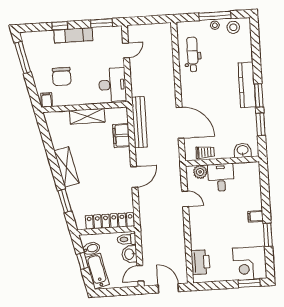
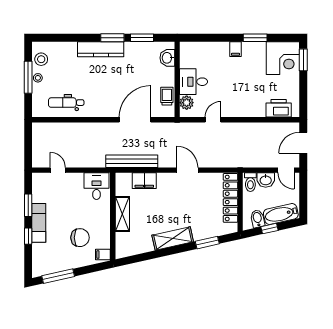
window: (101, 23) -> (28, 205), moved
desk: (113, 85) -> (97, 186), width x0.73

